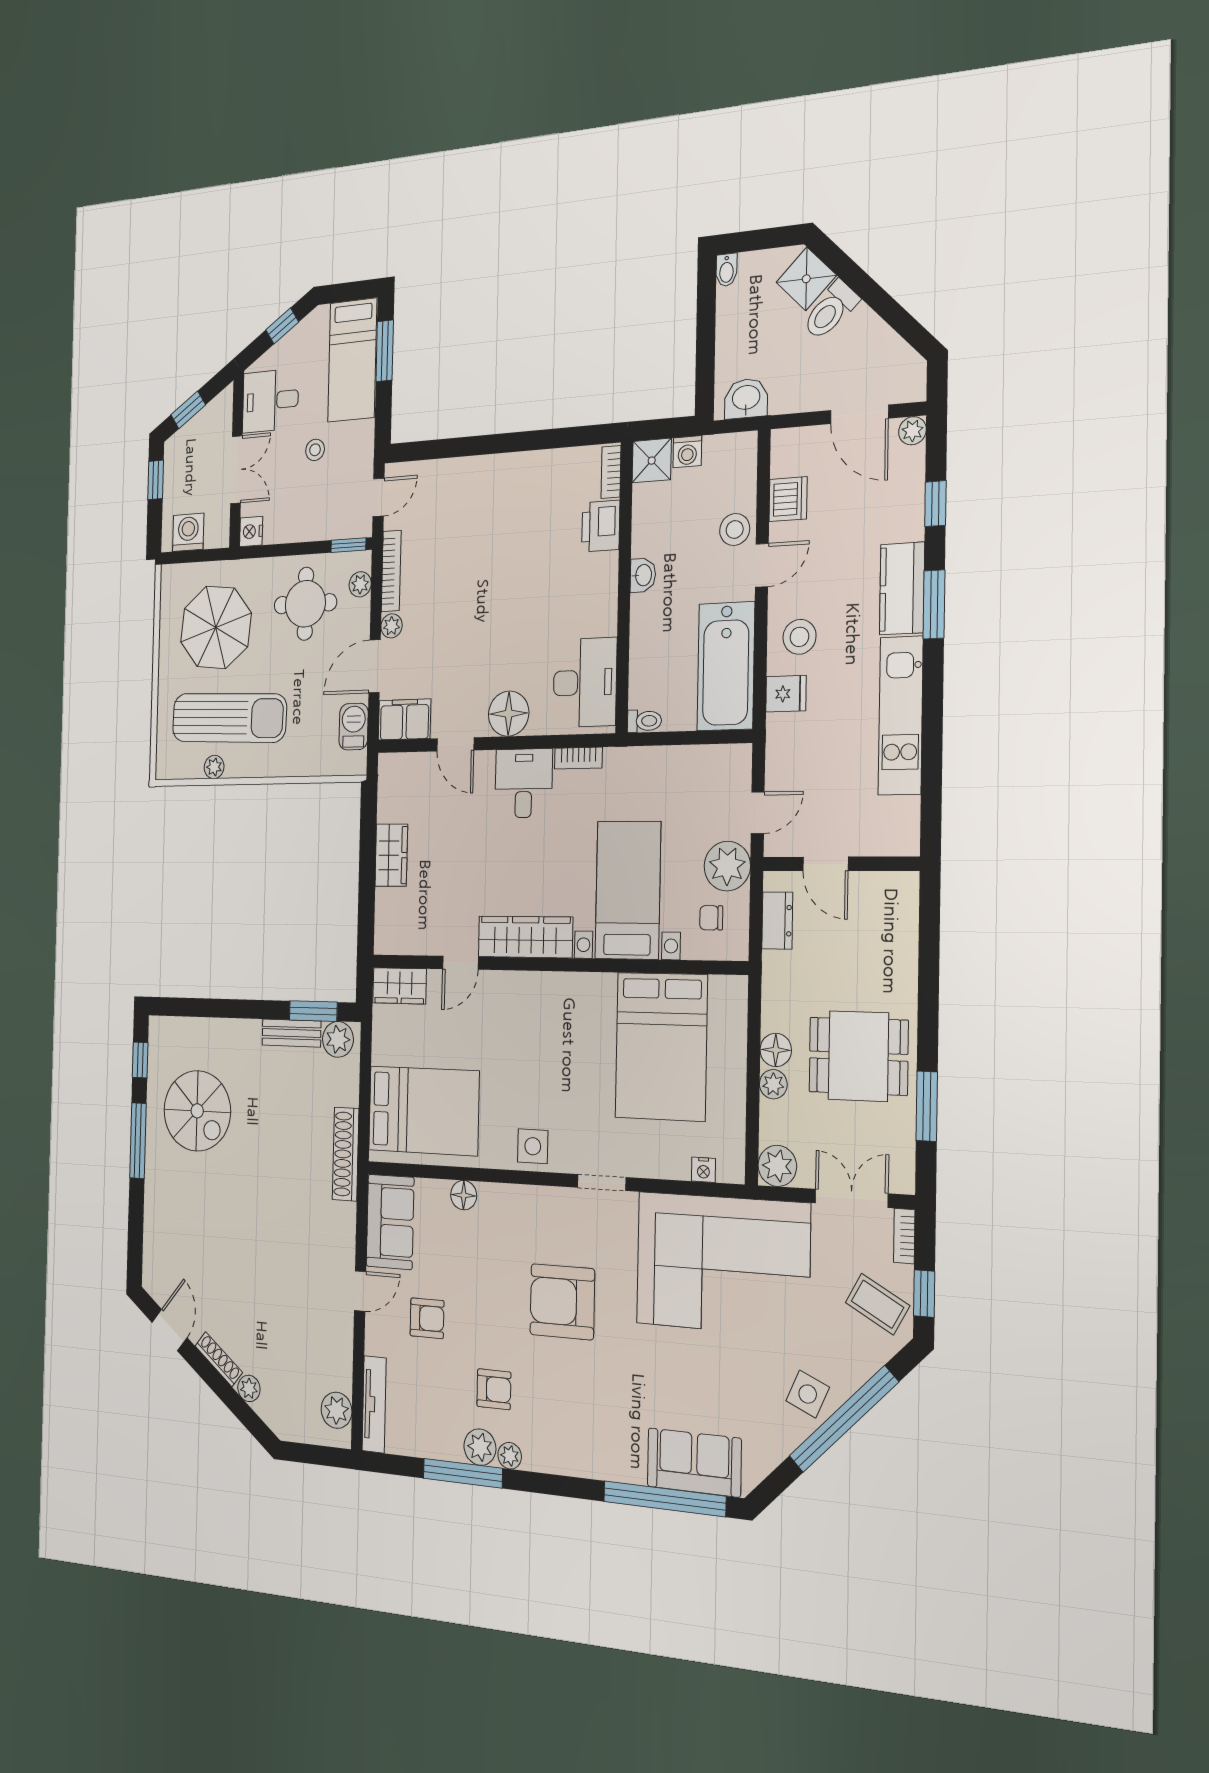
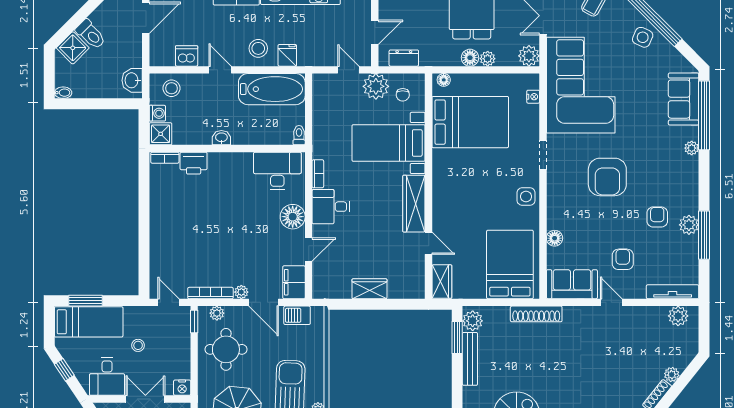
stool: (735, 529) -> (172, 88), moved
floor lamp: (736, 997) -> (444, 80), added
bench: (291, 1033) -> (470, 359), width x1.36
plant: (510, 1456) -> (692, 148), moved

